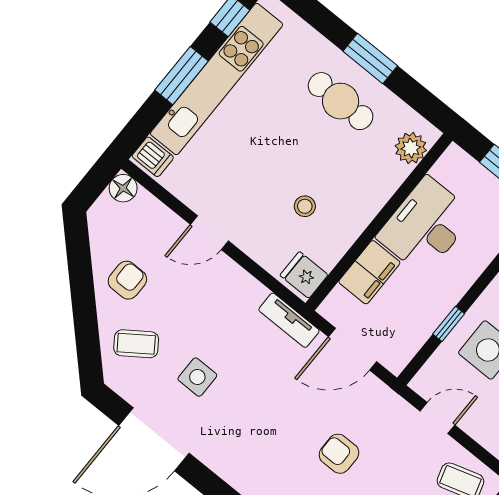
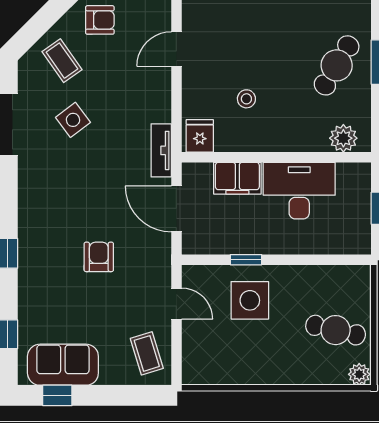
cafe table: (341, 101) -> (337, 65), turned 31
door: (209, 233) -> (176, 49), hinge flipped
side table: (197, 377) -> (73, 120), turned -37

